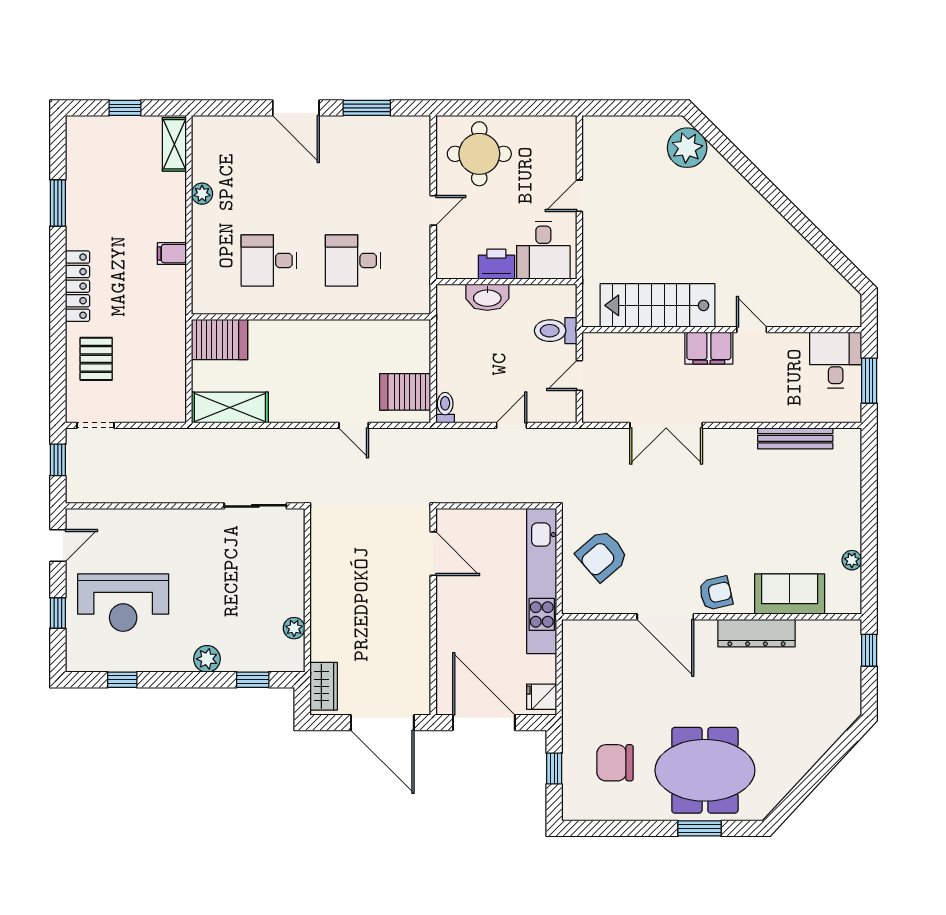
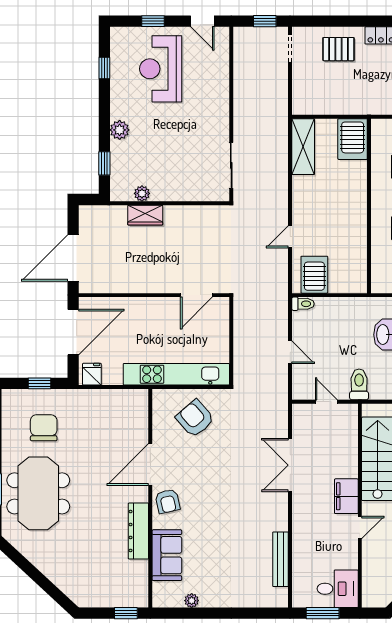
wardrobe: (324, 686) -> (145, 215), moved

